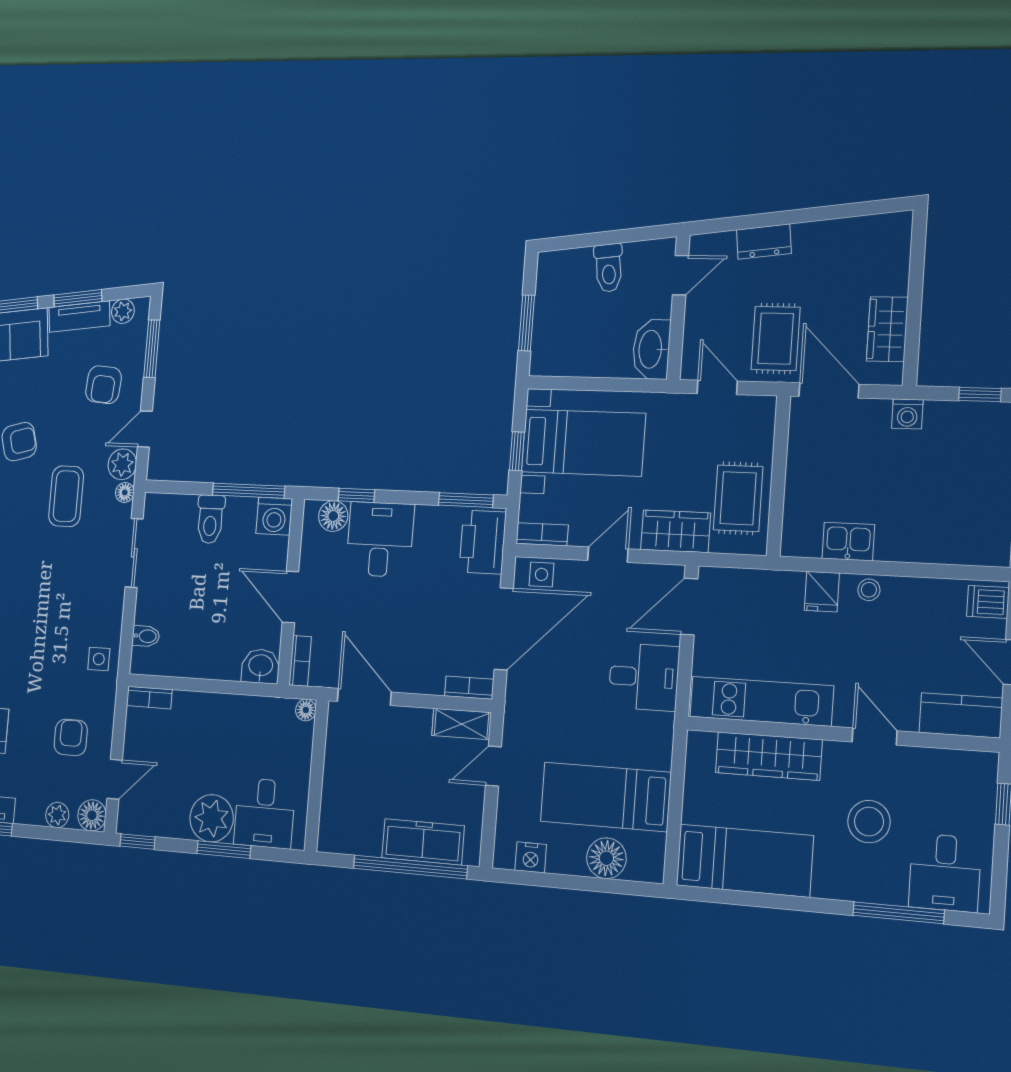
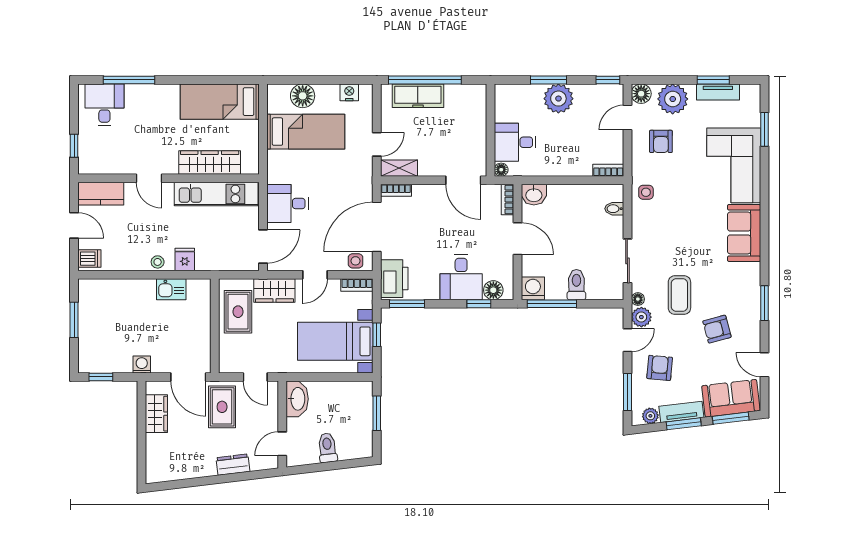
desk: (265, 813) -> (515, 142), moved, turned -90
plant: (57, 815) -> (673, 99), width x1.87, depth x1.87
stool: (869, 822) -> (149, 130), removed

